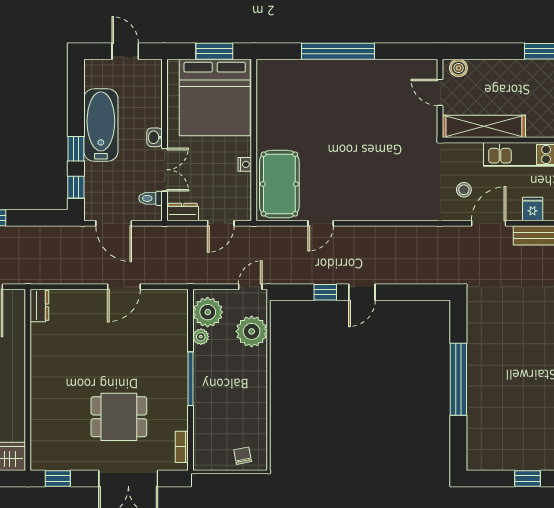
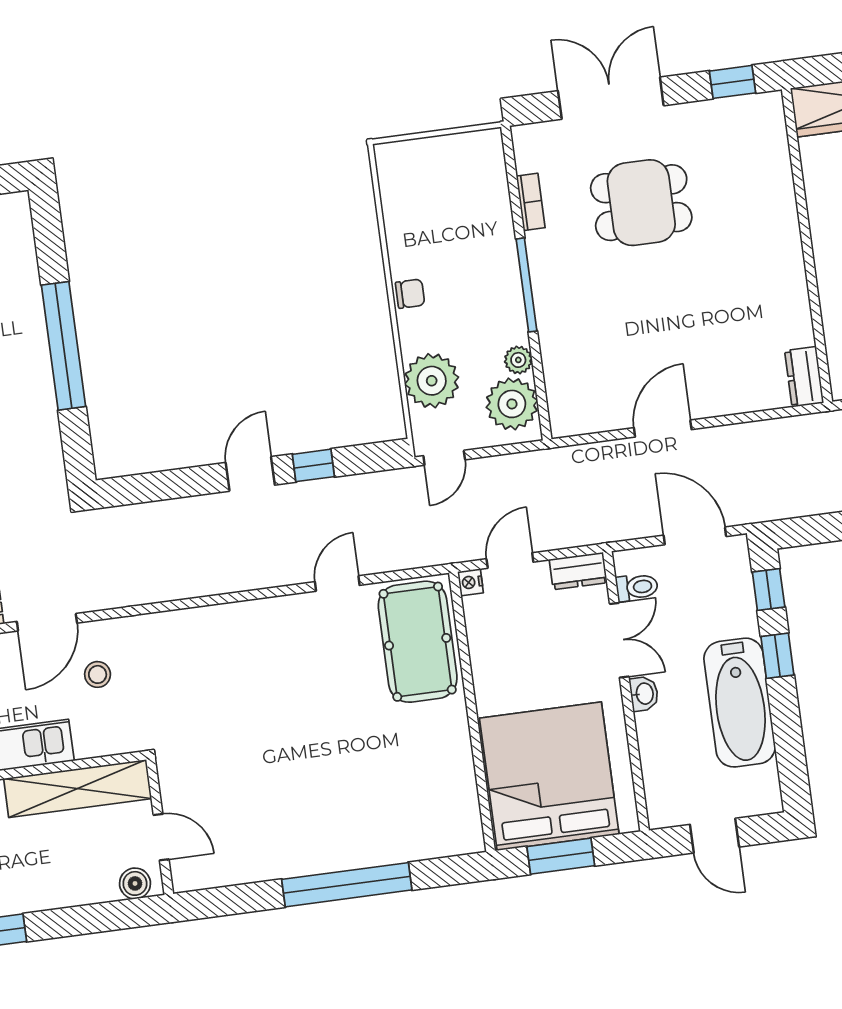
nightstand: (245, 164) -> (470, 582), moved
double door: (165, 170) -> (619, 640), swing flipped
bookcase: (182, 447) -> (531, 202), moved
chair: (243, 456) -> (410, 294), moved, turned -79

